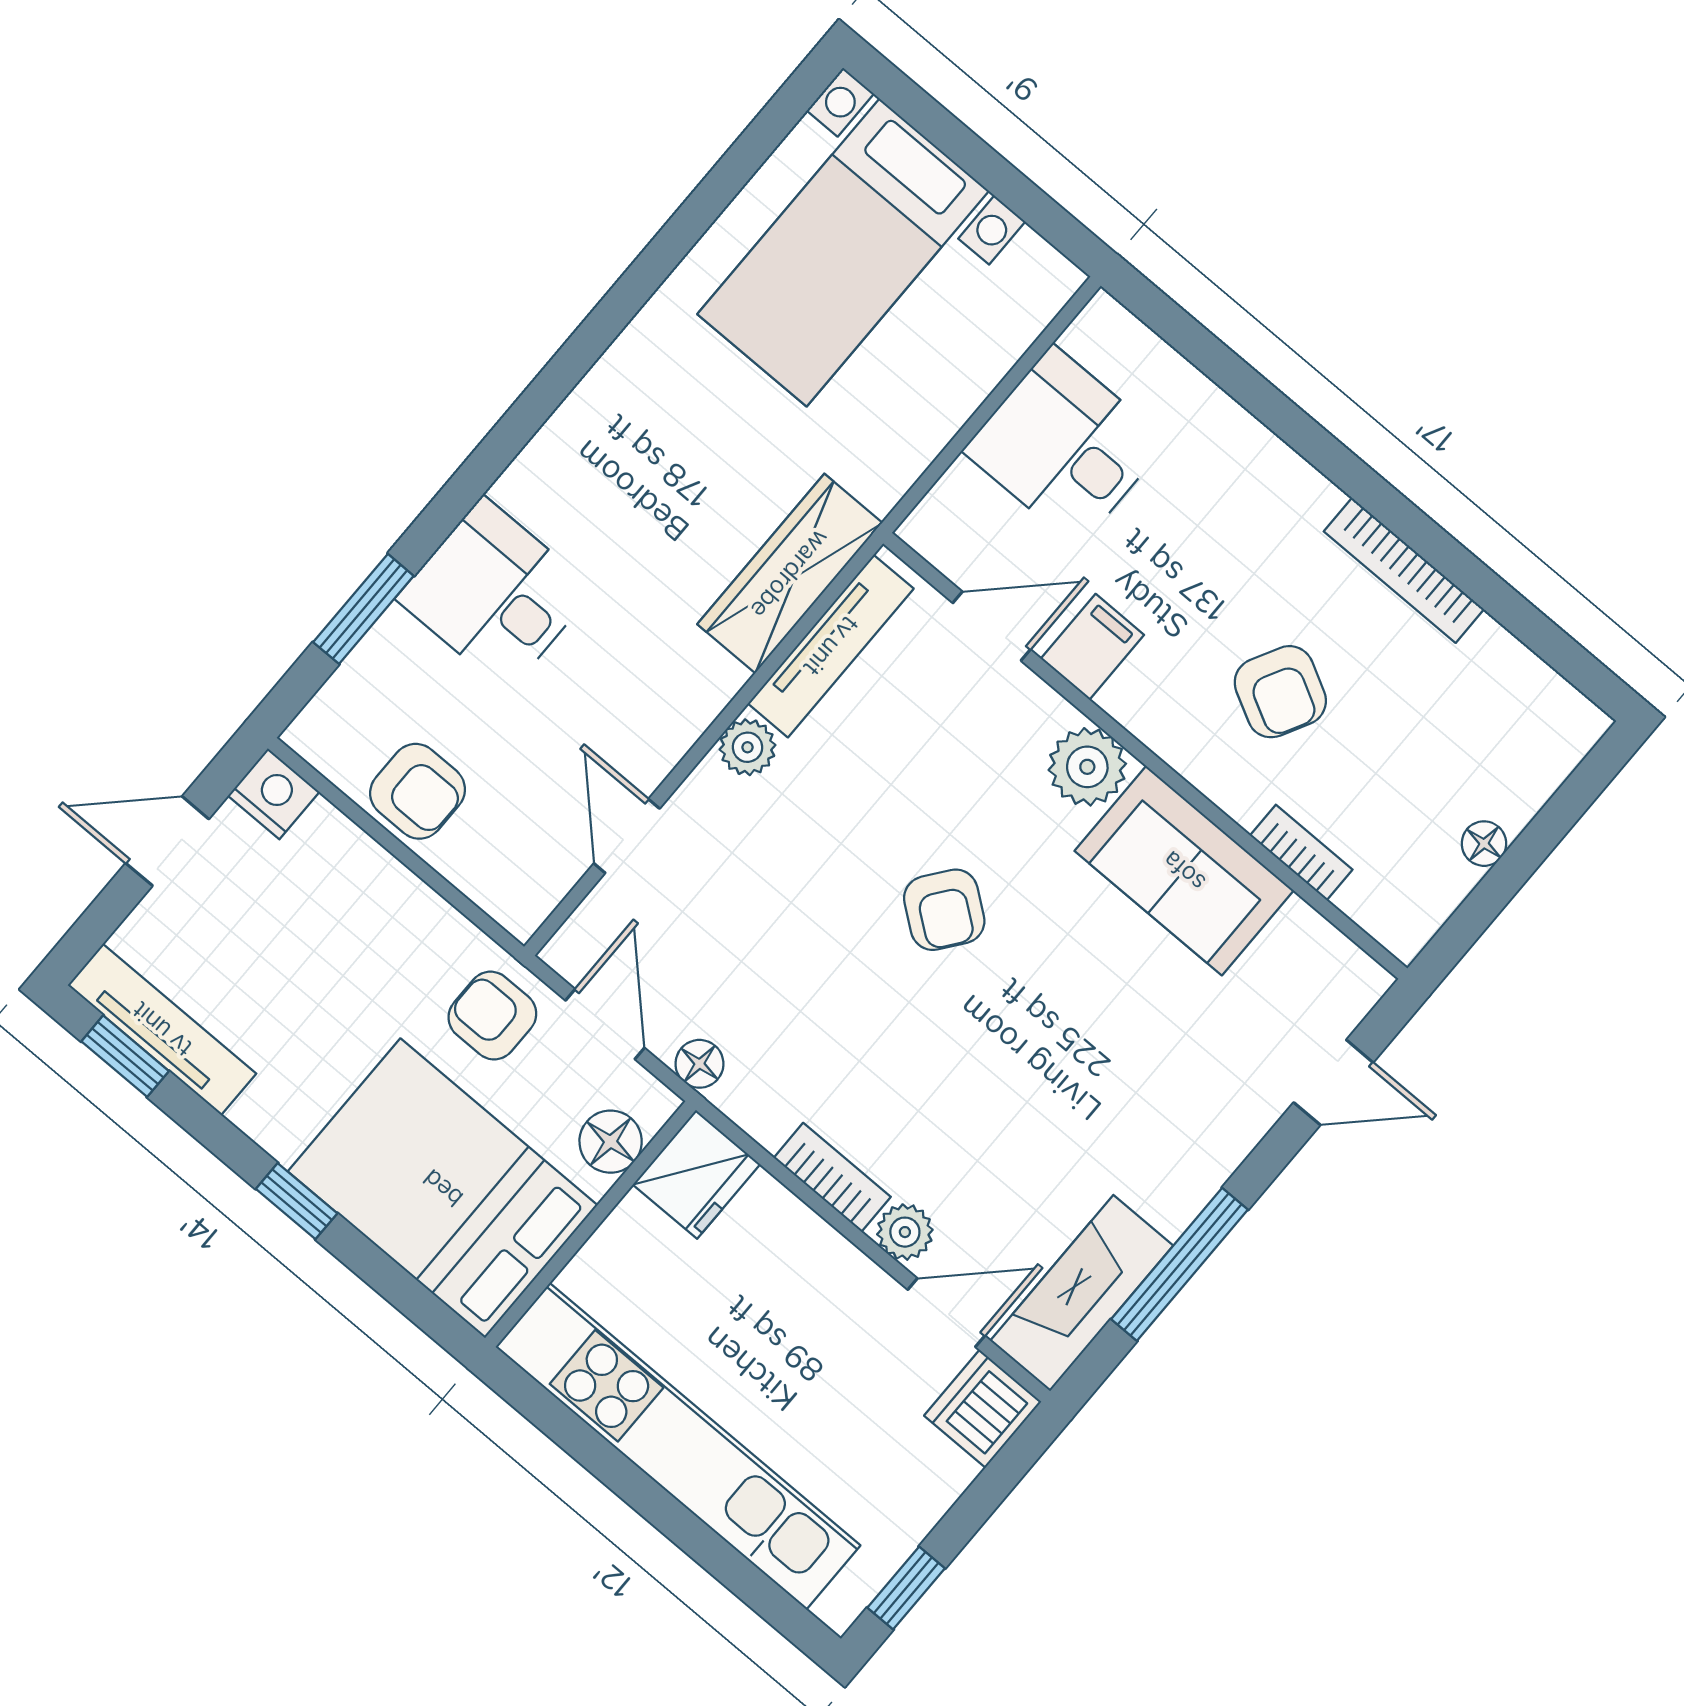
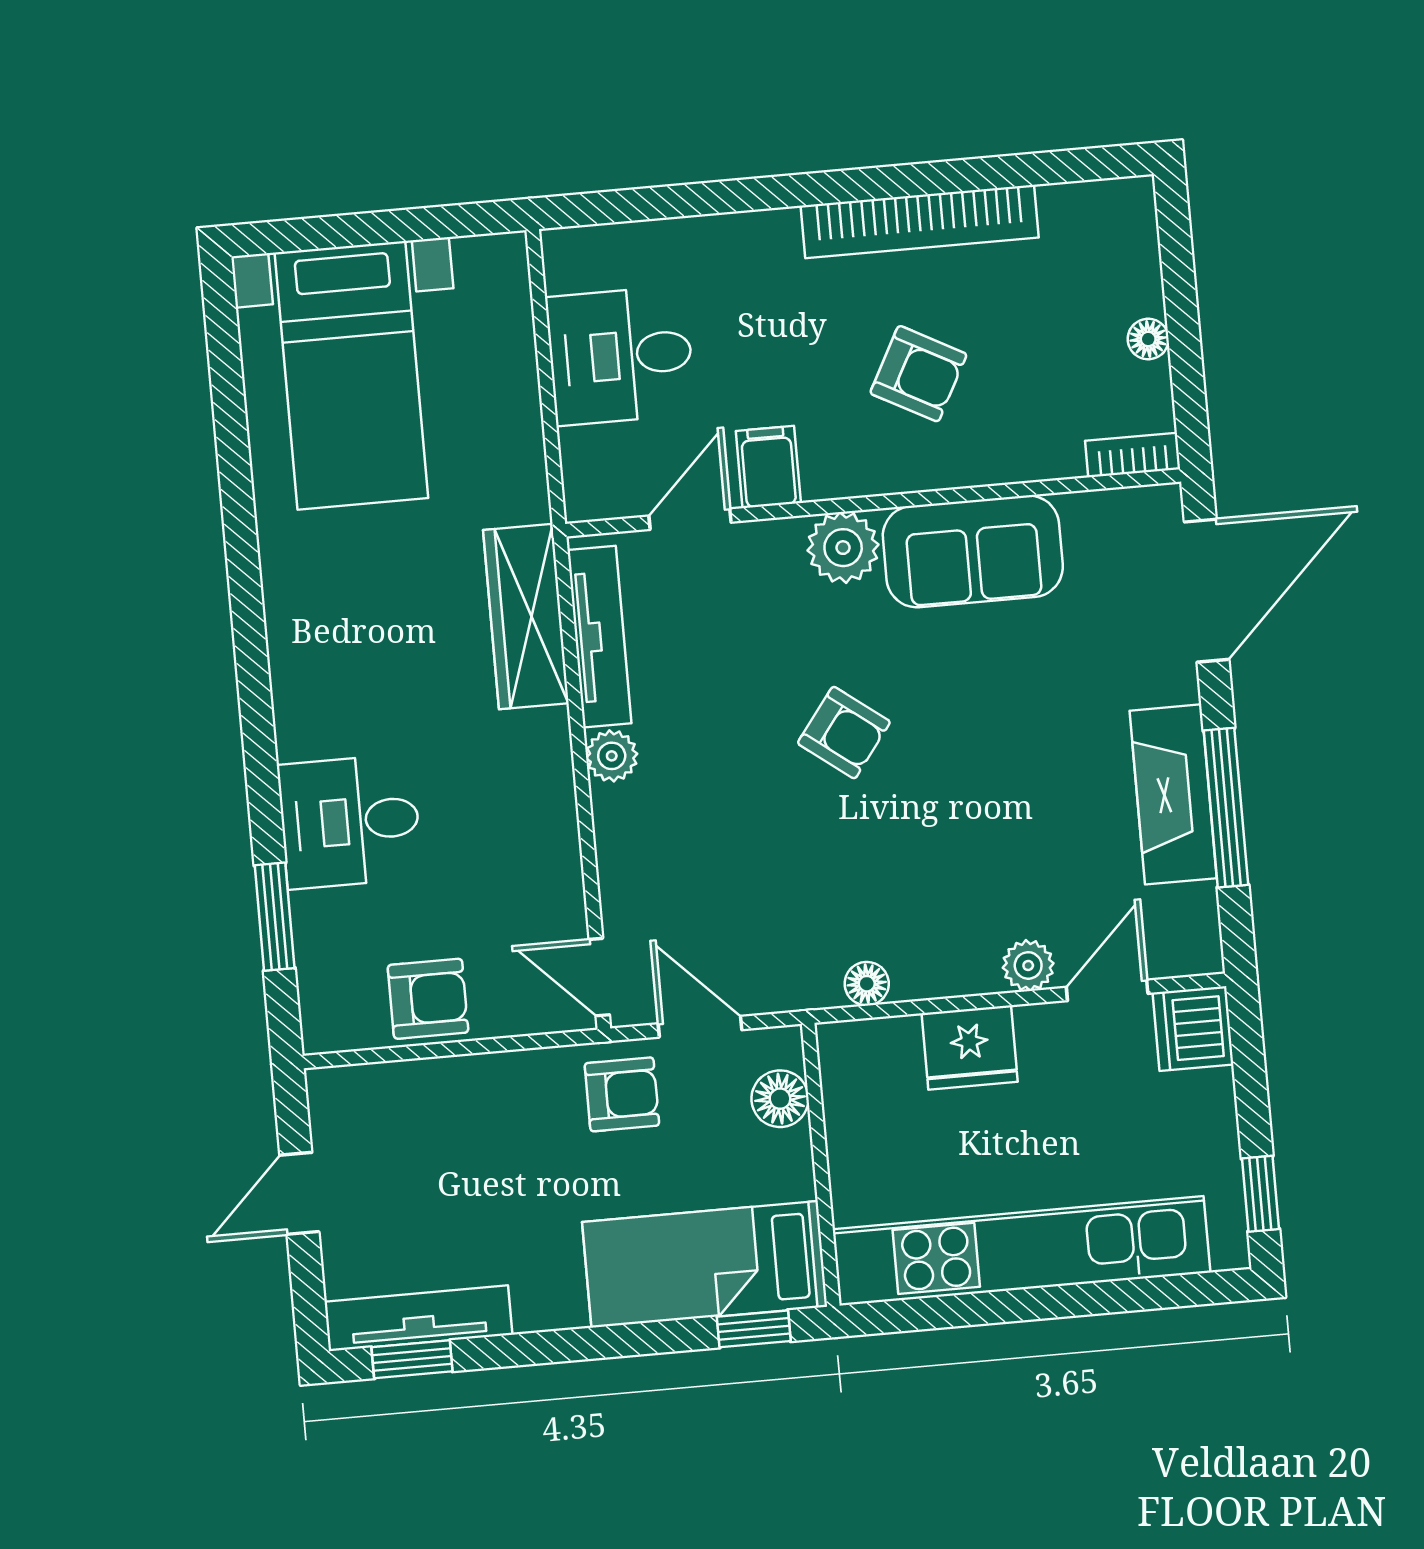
bookcase: (1404, 570) -> (920, 222), width x1.48, depth x1.31
nightstand: (274, 794) -> (337, 1094), removed
door: (627, 836) -> (599, 977), moved
bookcase: (1301, 852) -> (1133, 455), moved
armchair: (492, 1016) -> (622, 1094), turned 180
floor lamp: (699, 1064) -> (867, 984), moved
door: (1333, 1082) -> (1207, 591), width x1.88
fridge: (697, 1174) -> (970, 1048), moved, turned 90
bookcase: (832, 1177) -> (946, 977), removed
bed: (443, 1188) -> (705, 1264), width x0.67
window: (297, 1201) -> (754, 1329), moved
fireplace: (1082, 1293) -> (1173, 794), moved

